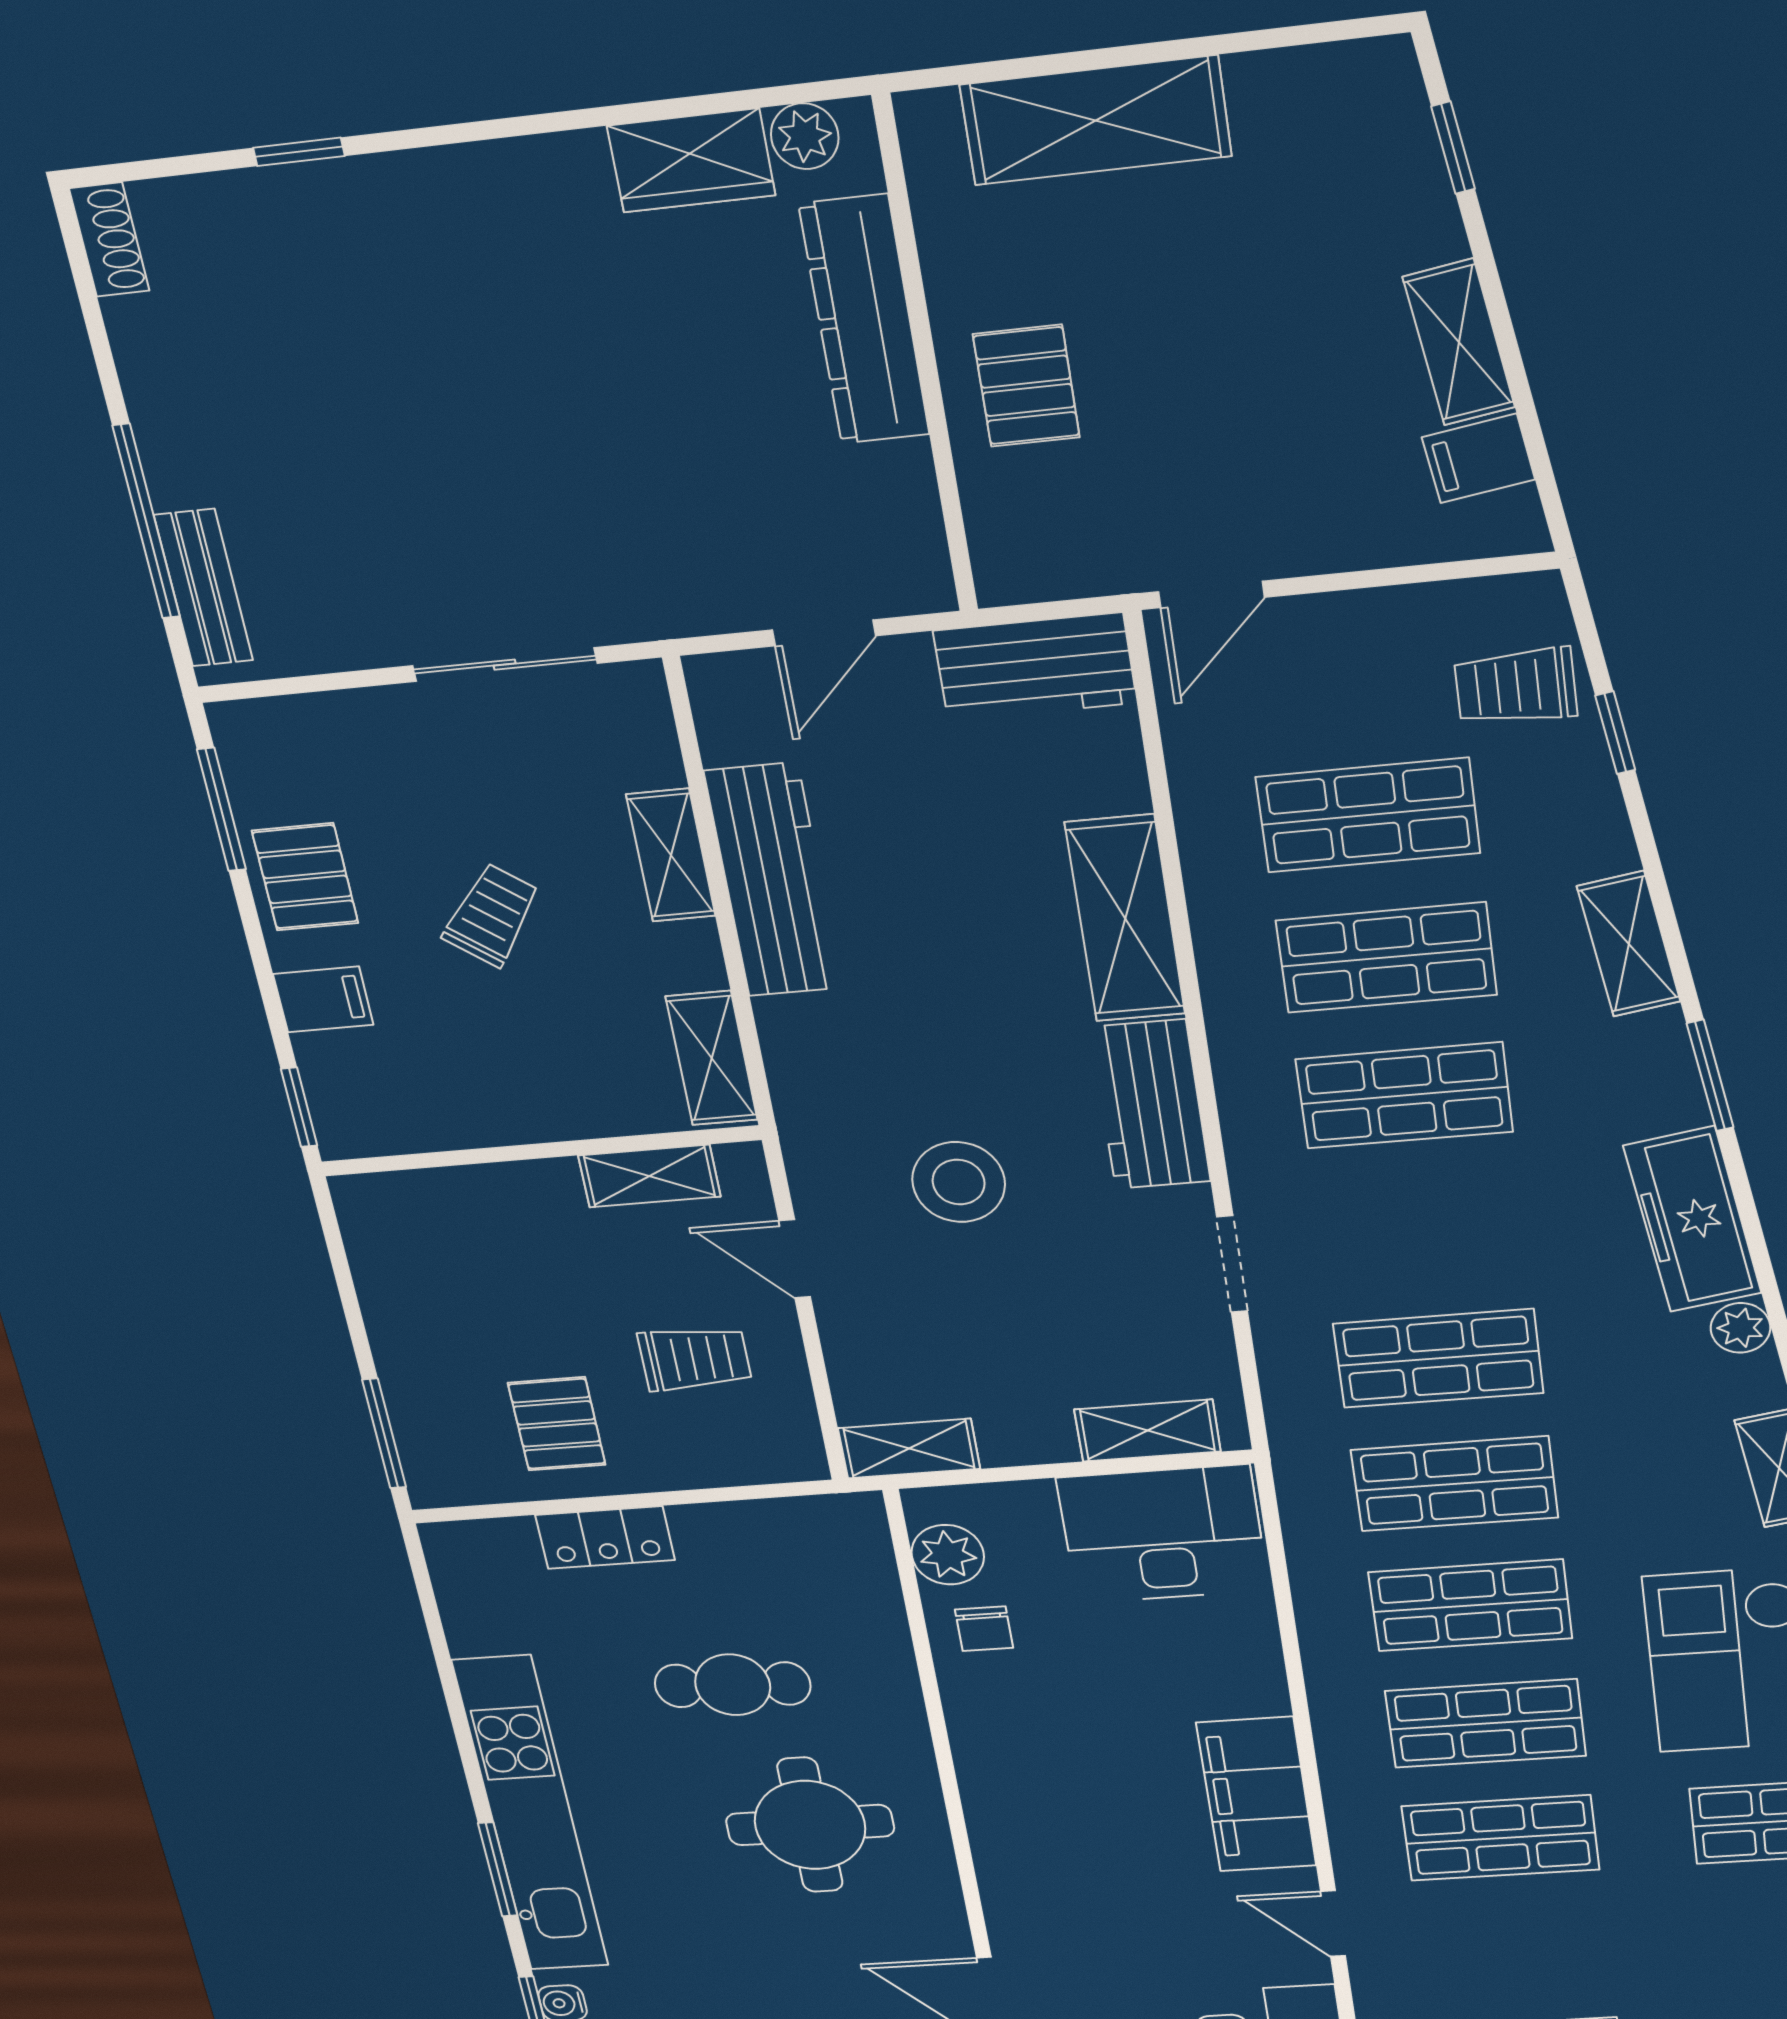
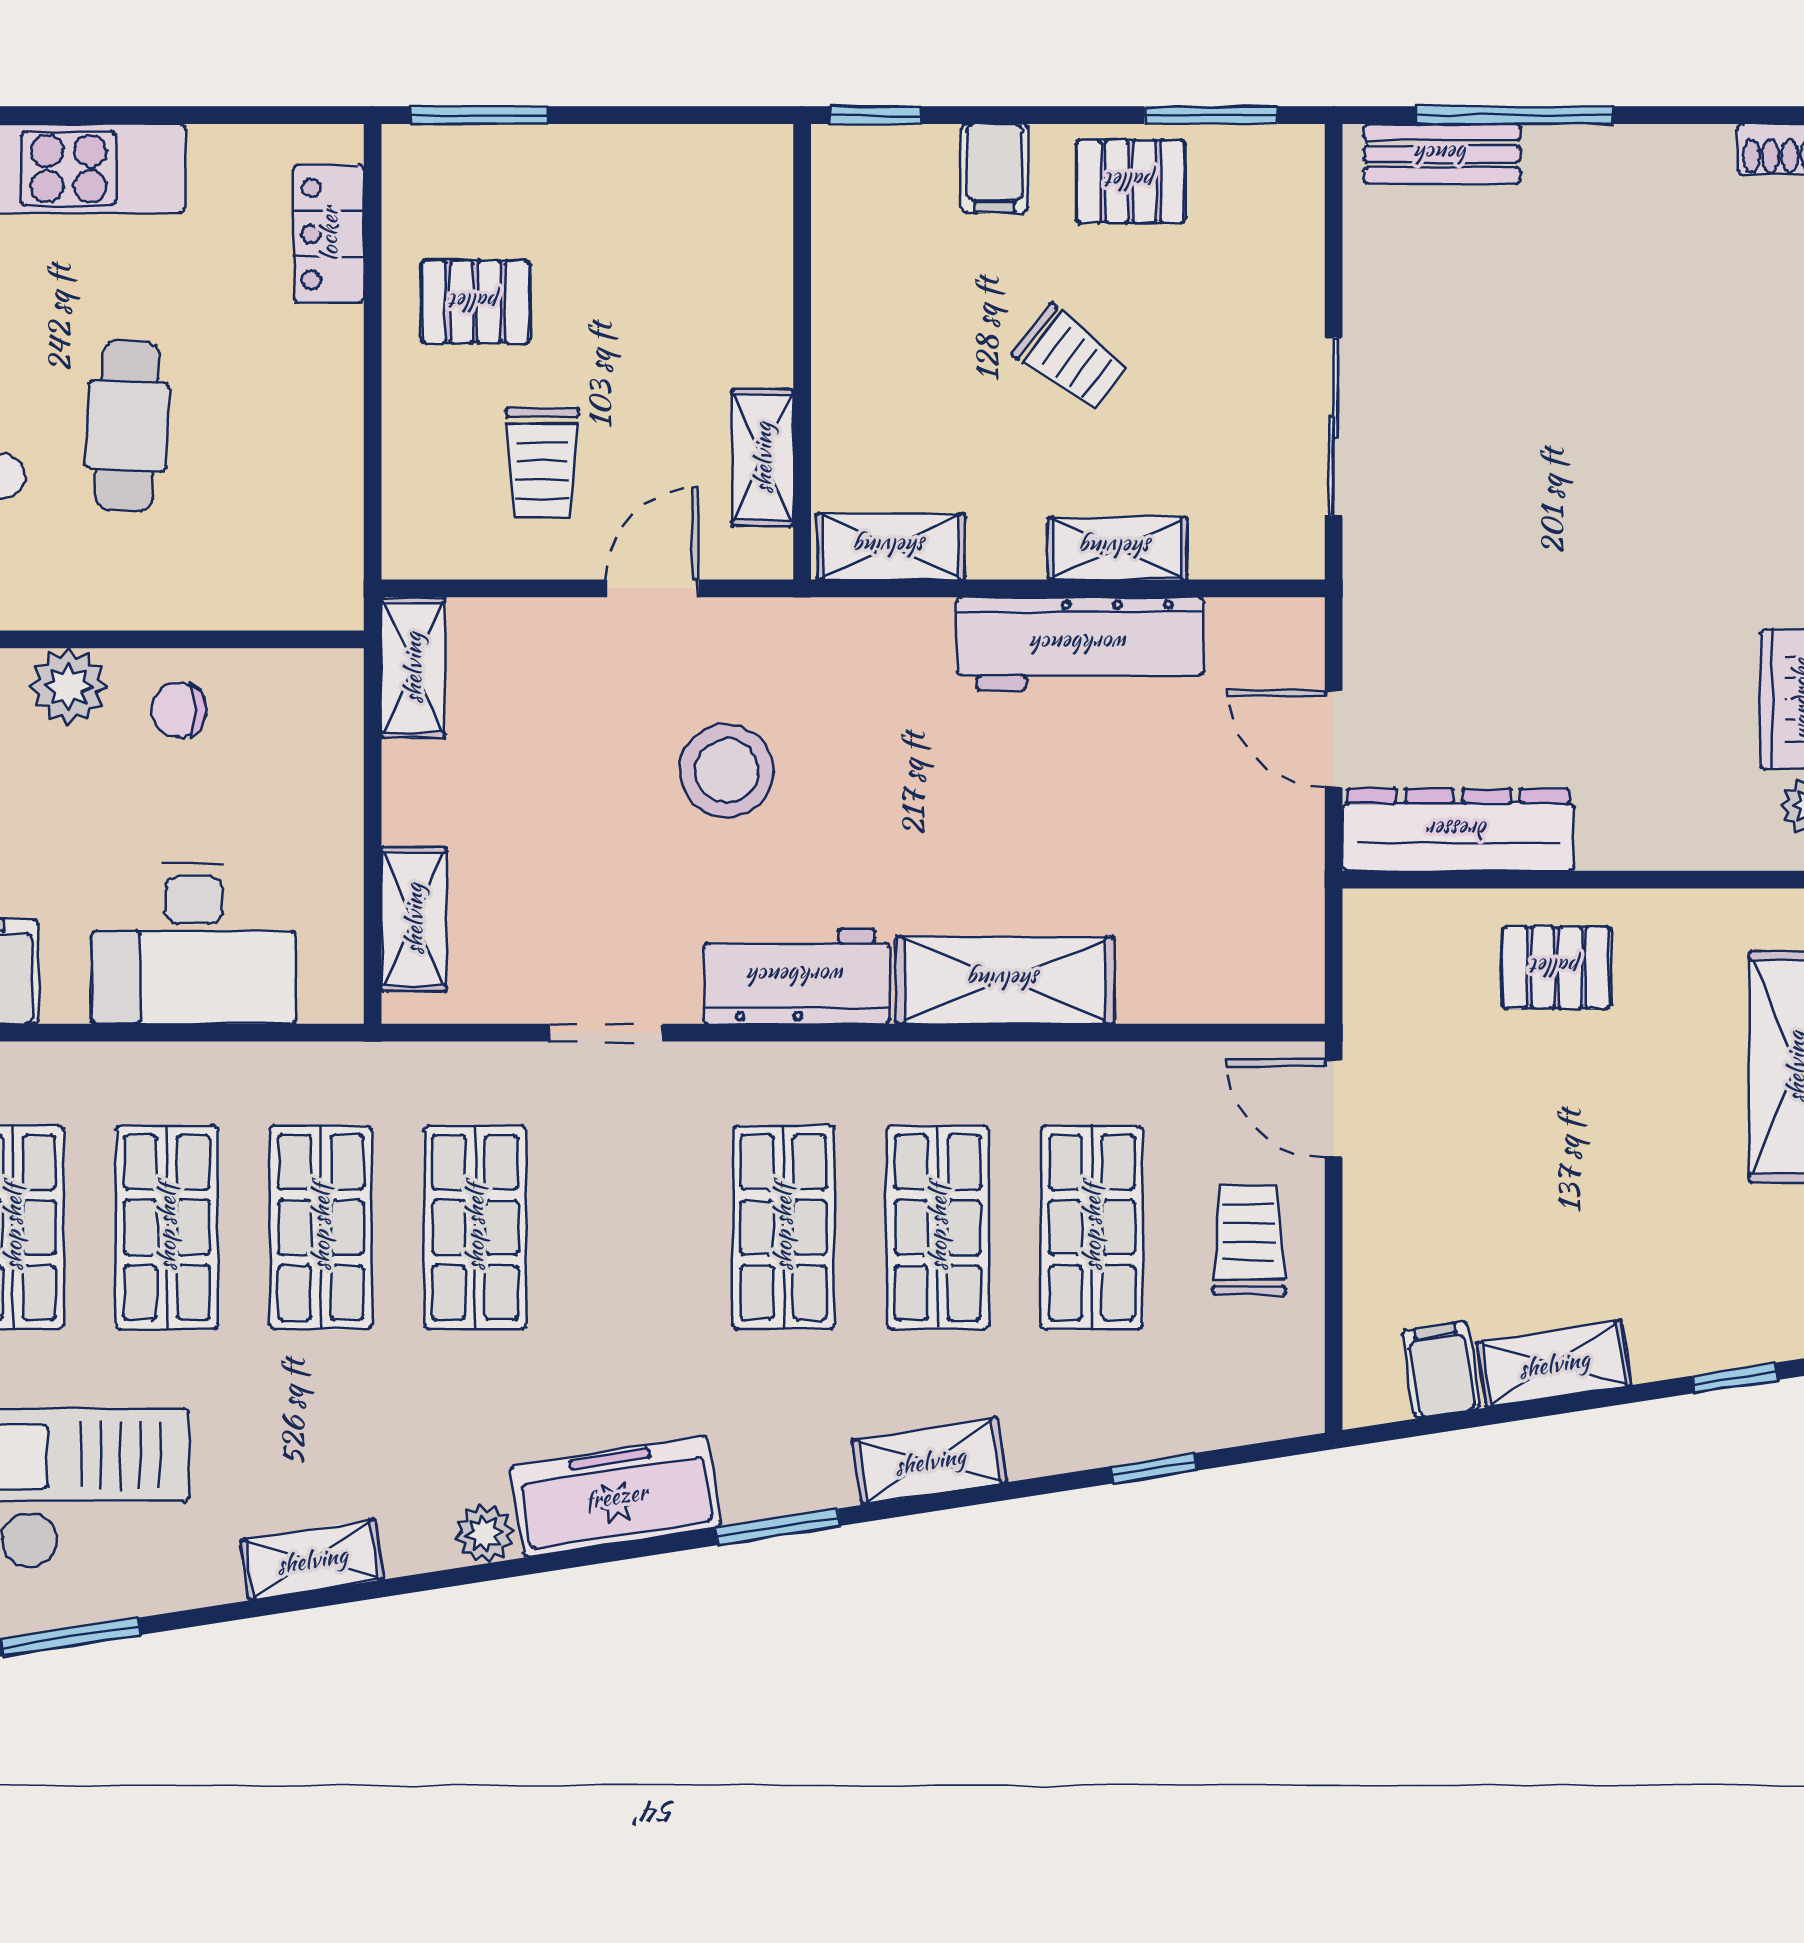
dresser: (864, 320) -> (1458, 830), moved
workbench: (1035, 667) -> (1278, 933), removed
trolley: (1516, 686) -> (1249, 1240), moved
desk: (1163, 1534) -> (194, 944), moved, turned 90
locker: (605, 1538) -> (329, 234), moved
plant: (948, 1555) -> (69, 687), moved

